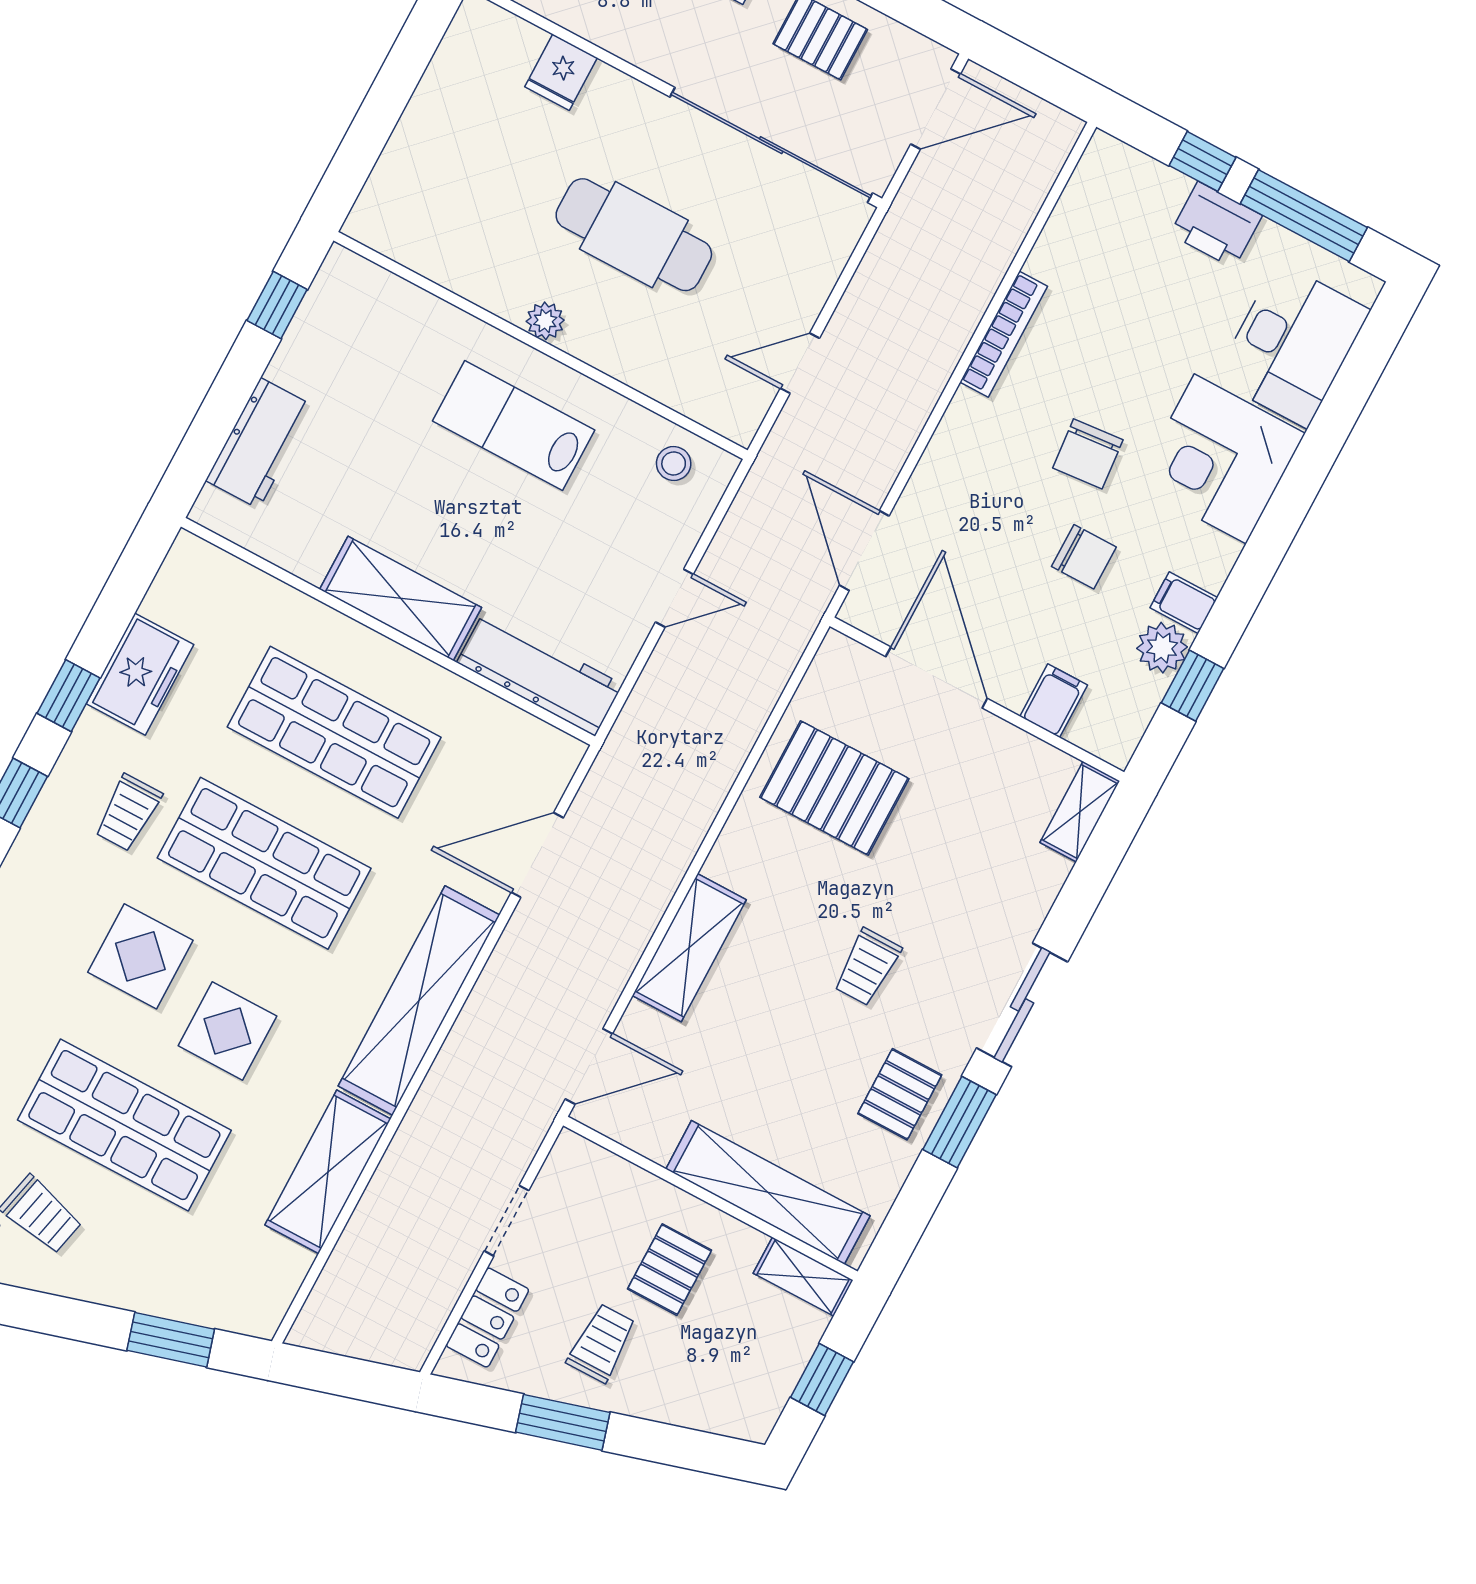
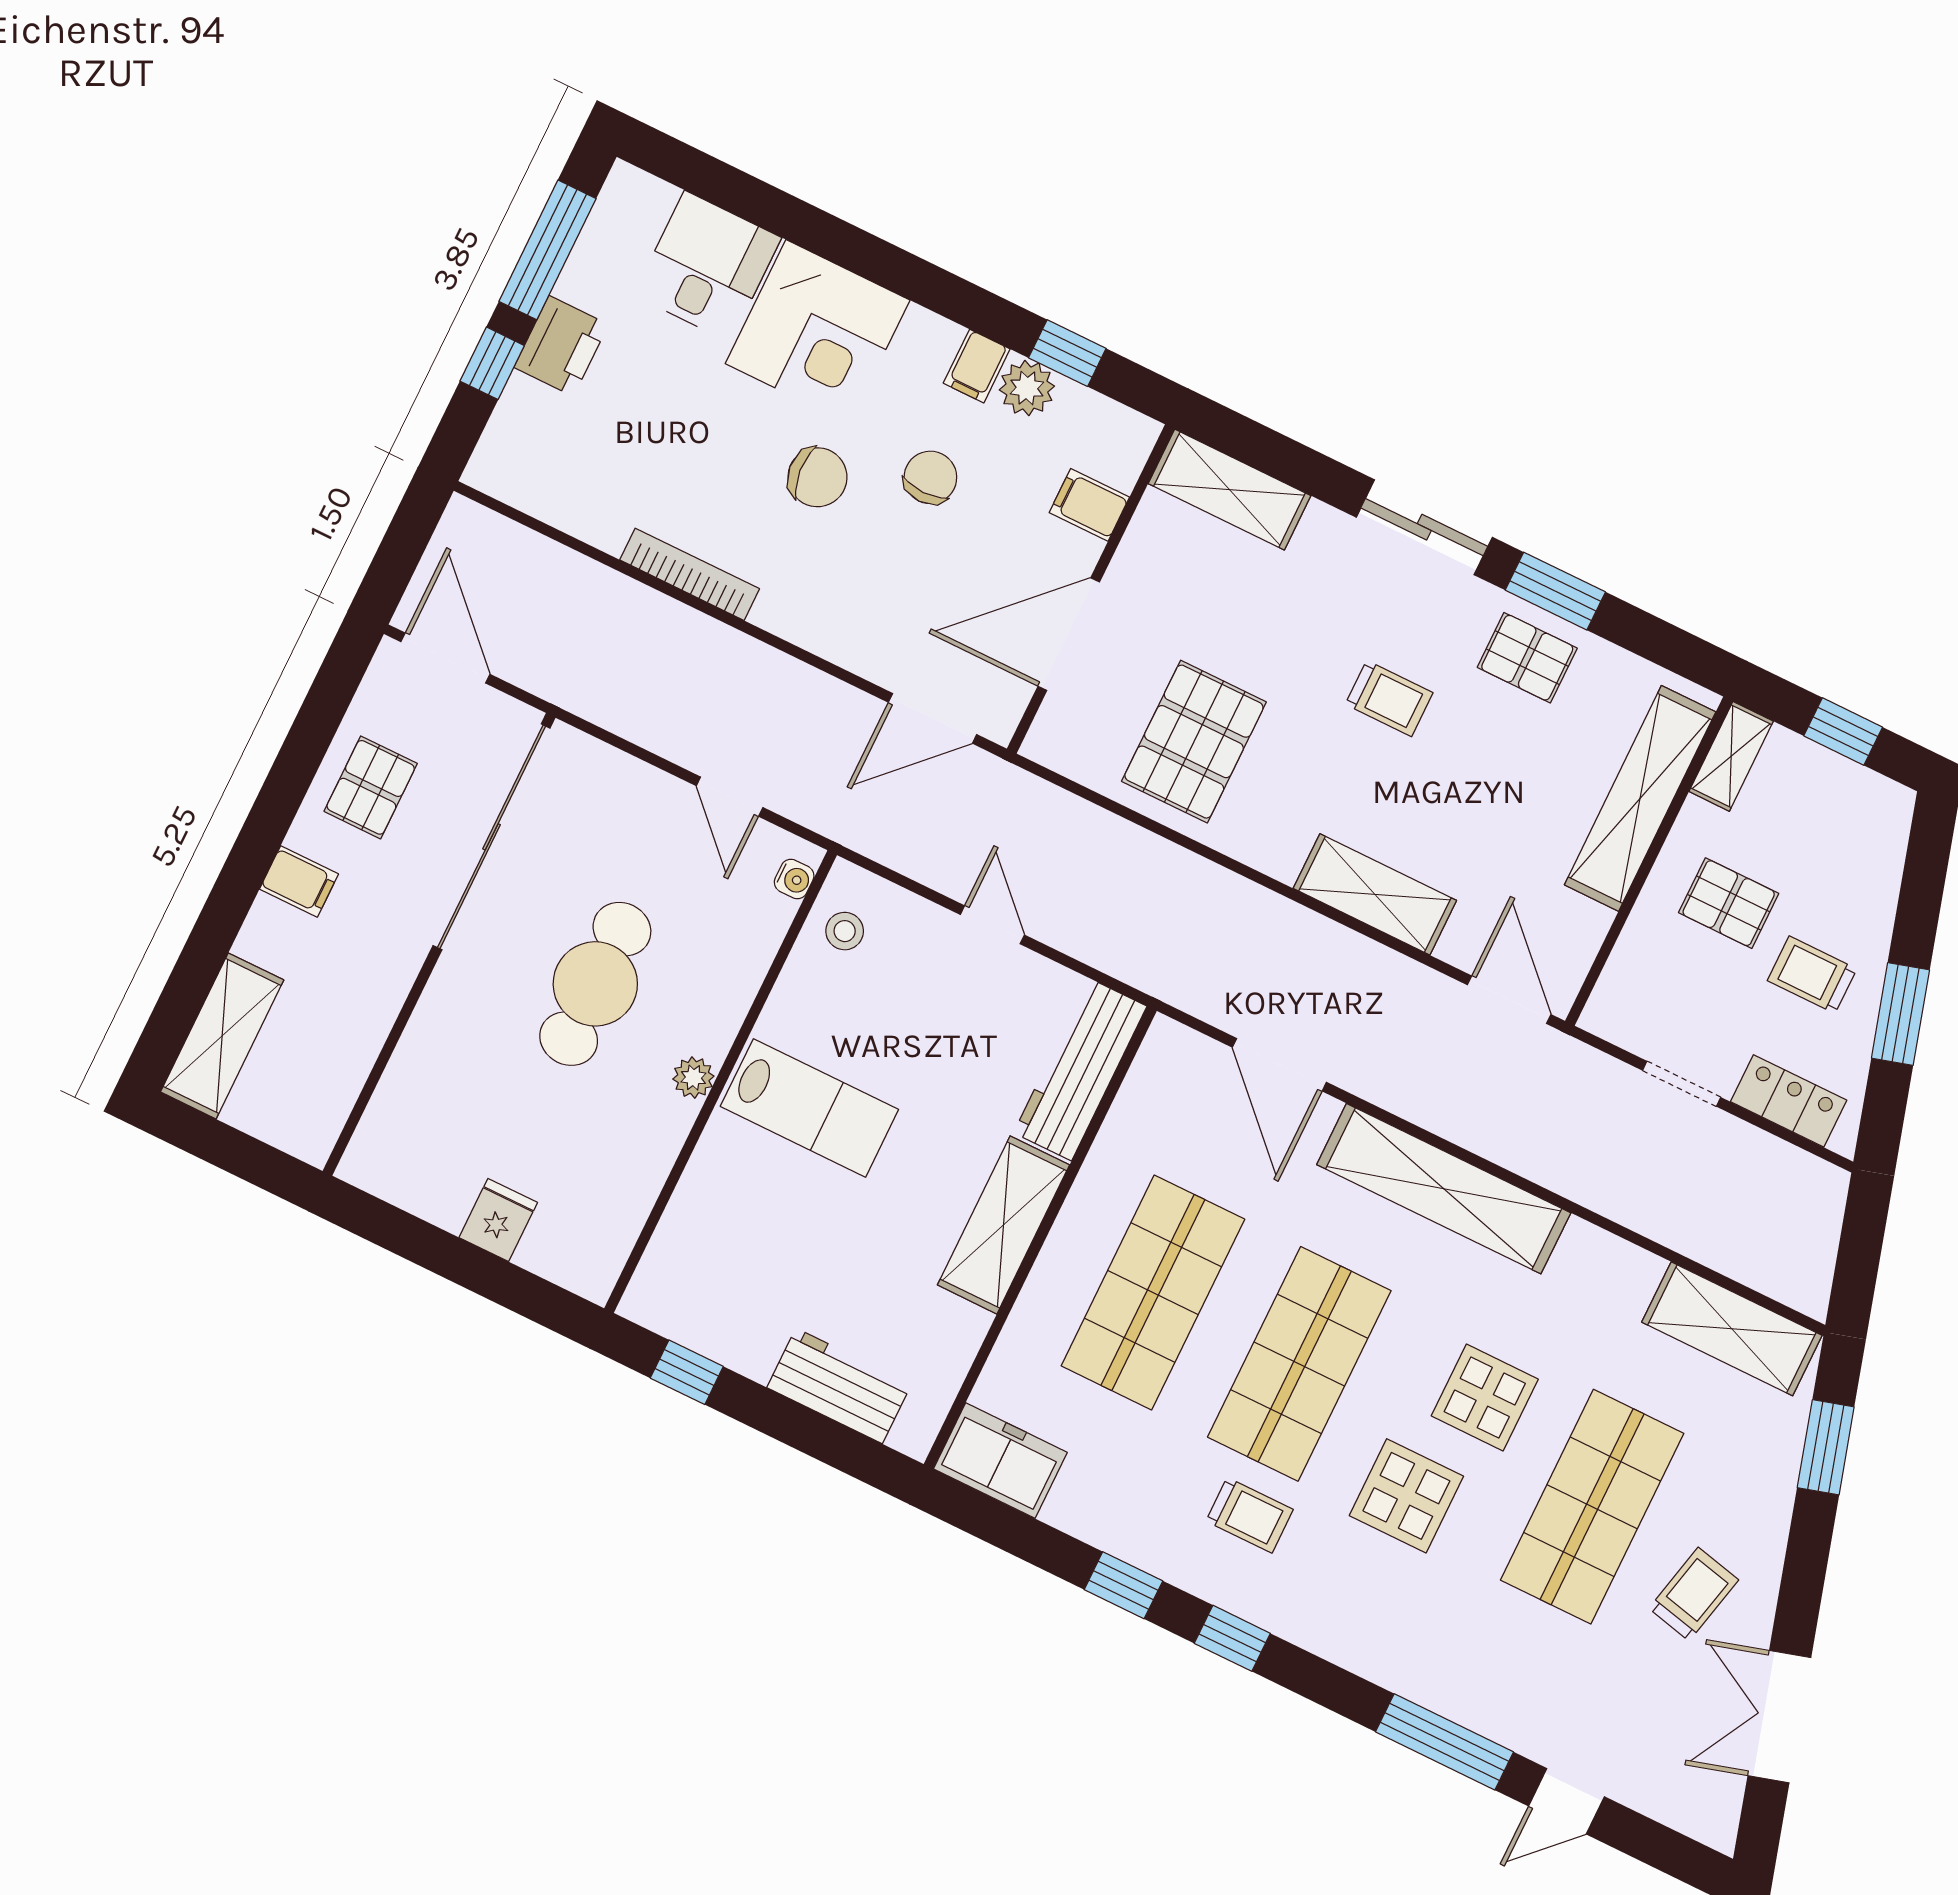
fridge: (561, 72) -> (498, 1220), moved, turned -90
desk: (1292, 345) -> (708, 266), width x0.73
water cooler: (723, 419) -> (794, 879), added
lab bench: (514, 426) -> (809, 1108), turned -90
freezer: (140, 674) -> (1000, 1461), moved
shelving: (1080, 812) -> (1230, 490), width x1.50, depth x1.33
shelving: (328, 1172) -> (1732, 1329), moved

